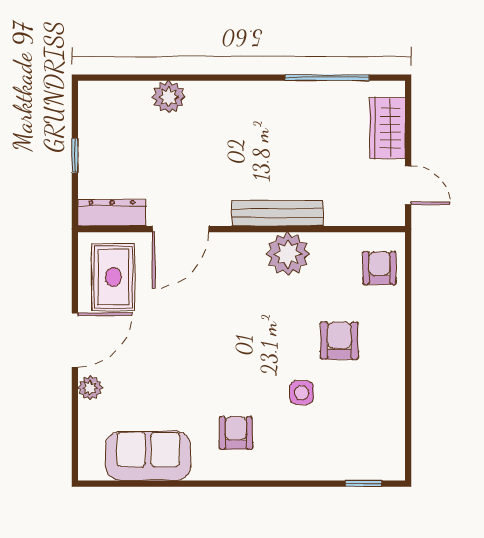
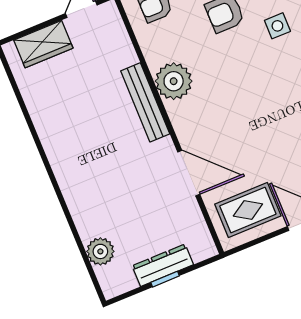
window: (327, 78) -> (23, 107), removed
plant: (169, 97) -> (100, 251), moved
dresser: (112, 213) -> (163, 265), moved, turned 90

